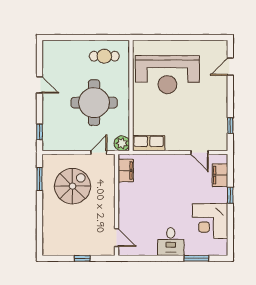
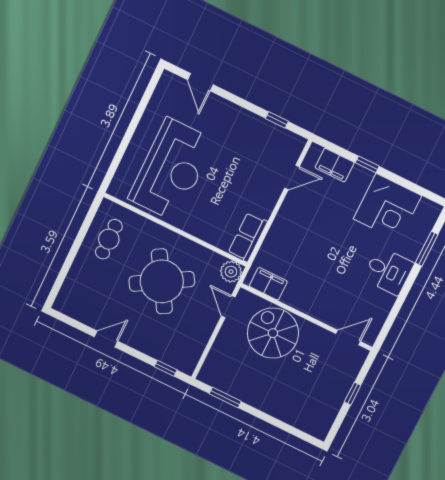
round table: (94, 103) -> (162, 281), turned -31
spiral stairs: (73, 186) -> (273, 333), moved

